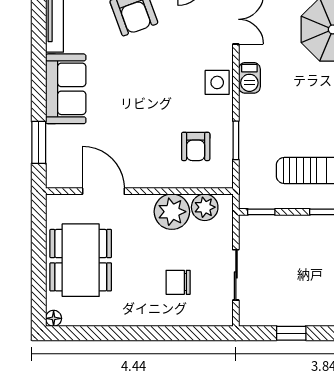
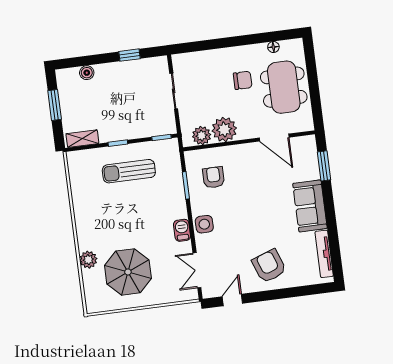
chair: (178, 282) -> (243, 80), moved
floor lamp: (54, 318) -> (273, 47), moved

